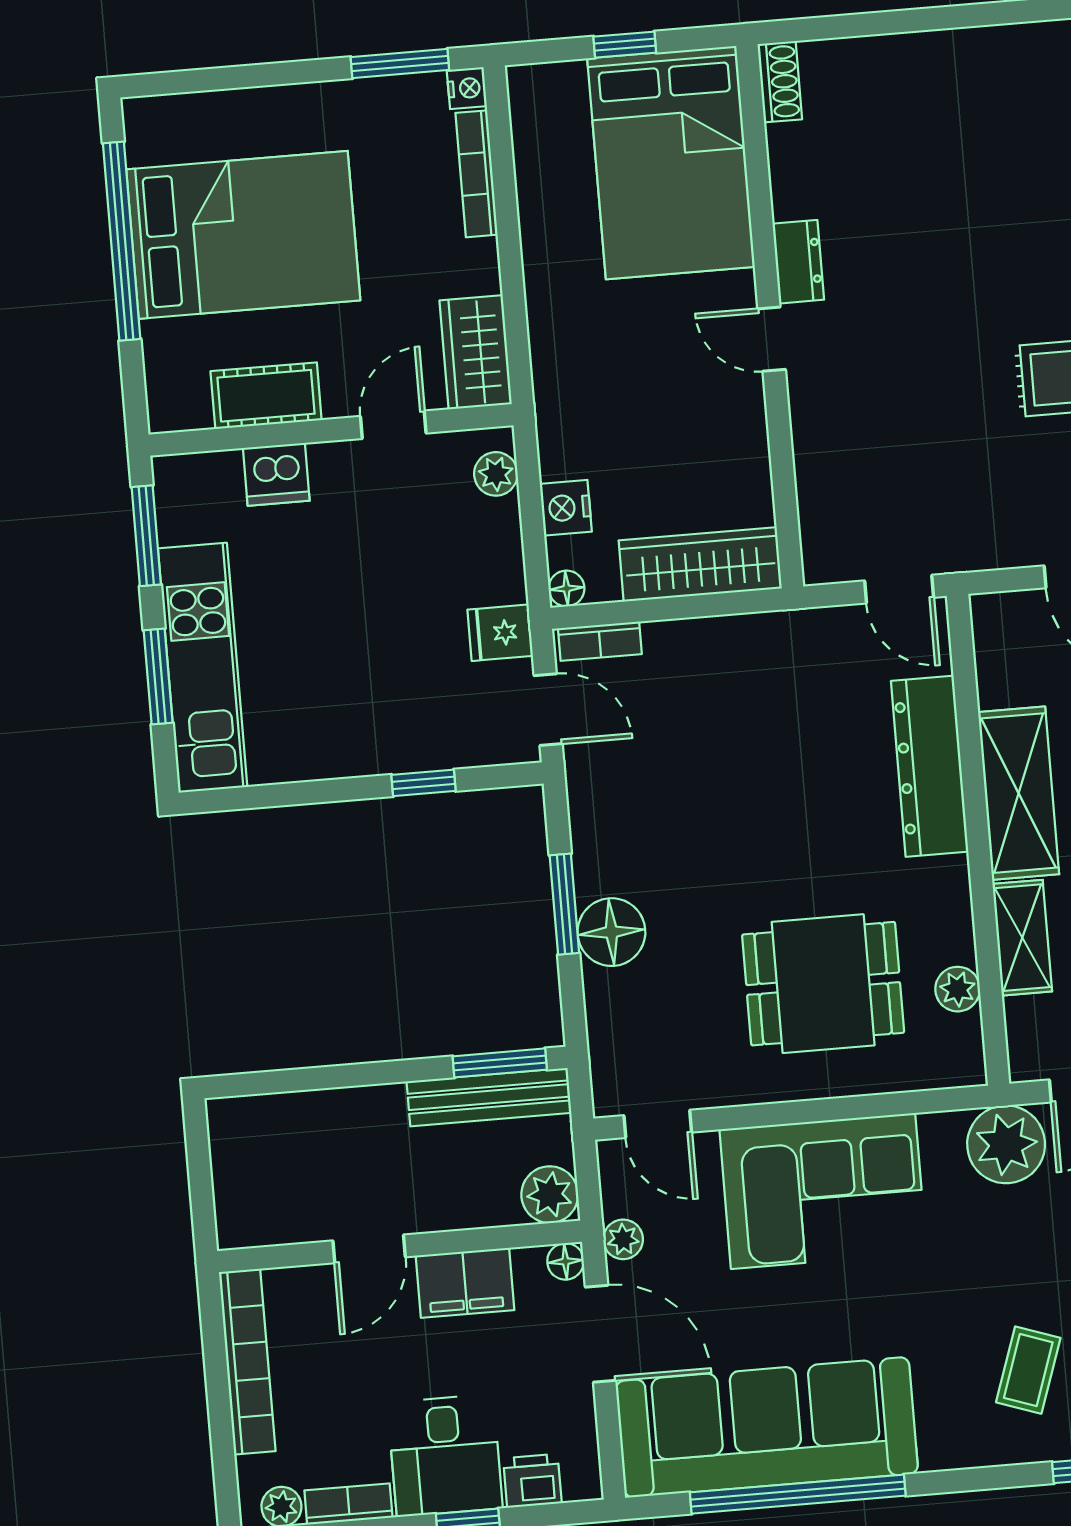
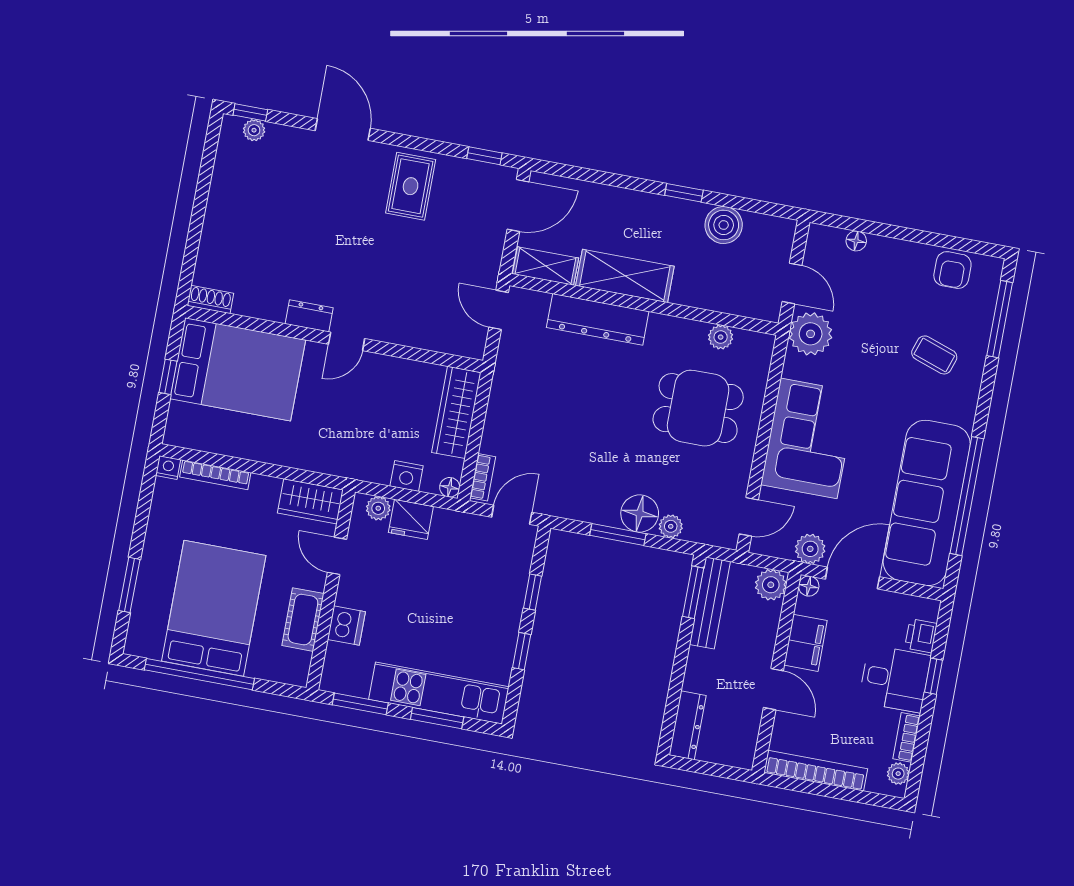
window: (400, 64) -> (129, 585), moved
door: (899, 589) -> (499, 310), swing flipped
fridge: (500, 633) -> (411, 519), moved, width x1.38
window: (315, 792) -> (522, 651), added
shelving: (1022, 938) -> (545, 266), moved
dining table: (823, 984) -> (698, 408), turned 90
plant: (604, 992) -> (671, 526), added
dresser: (265, 1116) -> (688, 725), added
plant: (623, 1239) -> (810, 549), width x1.38, depth x1.38

